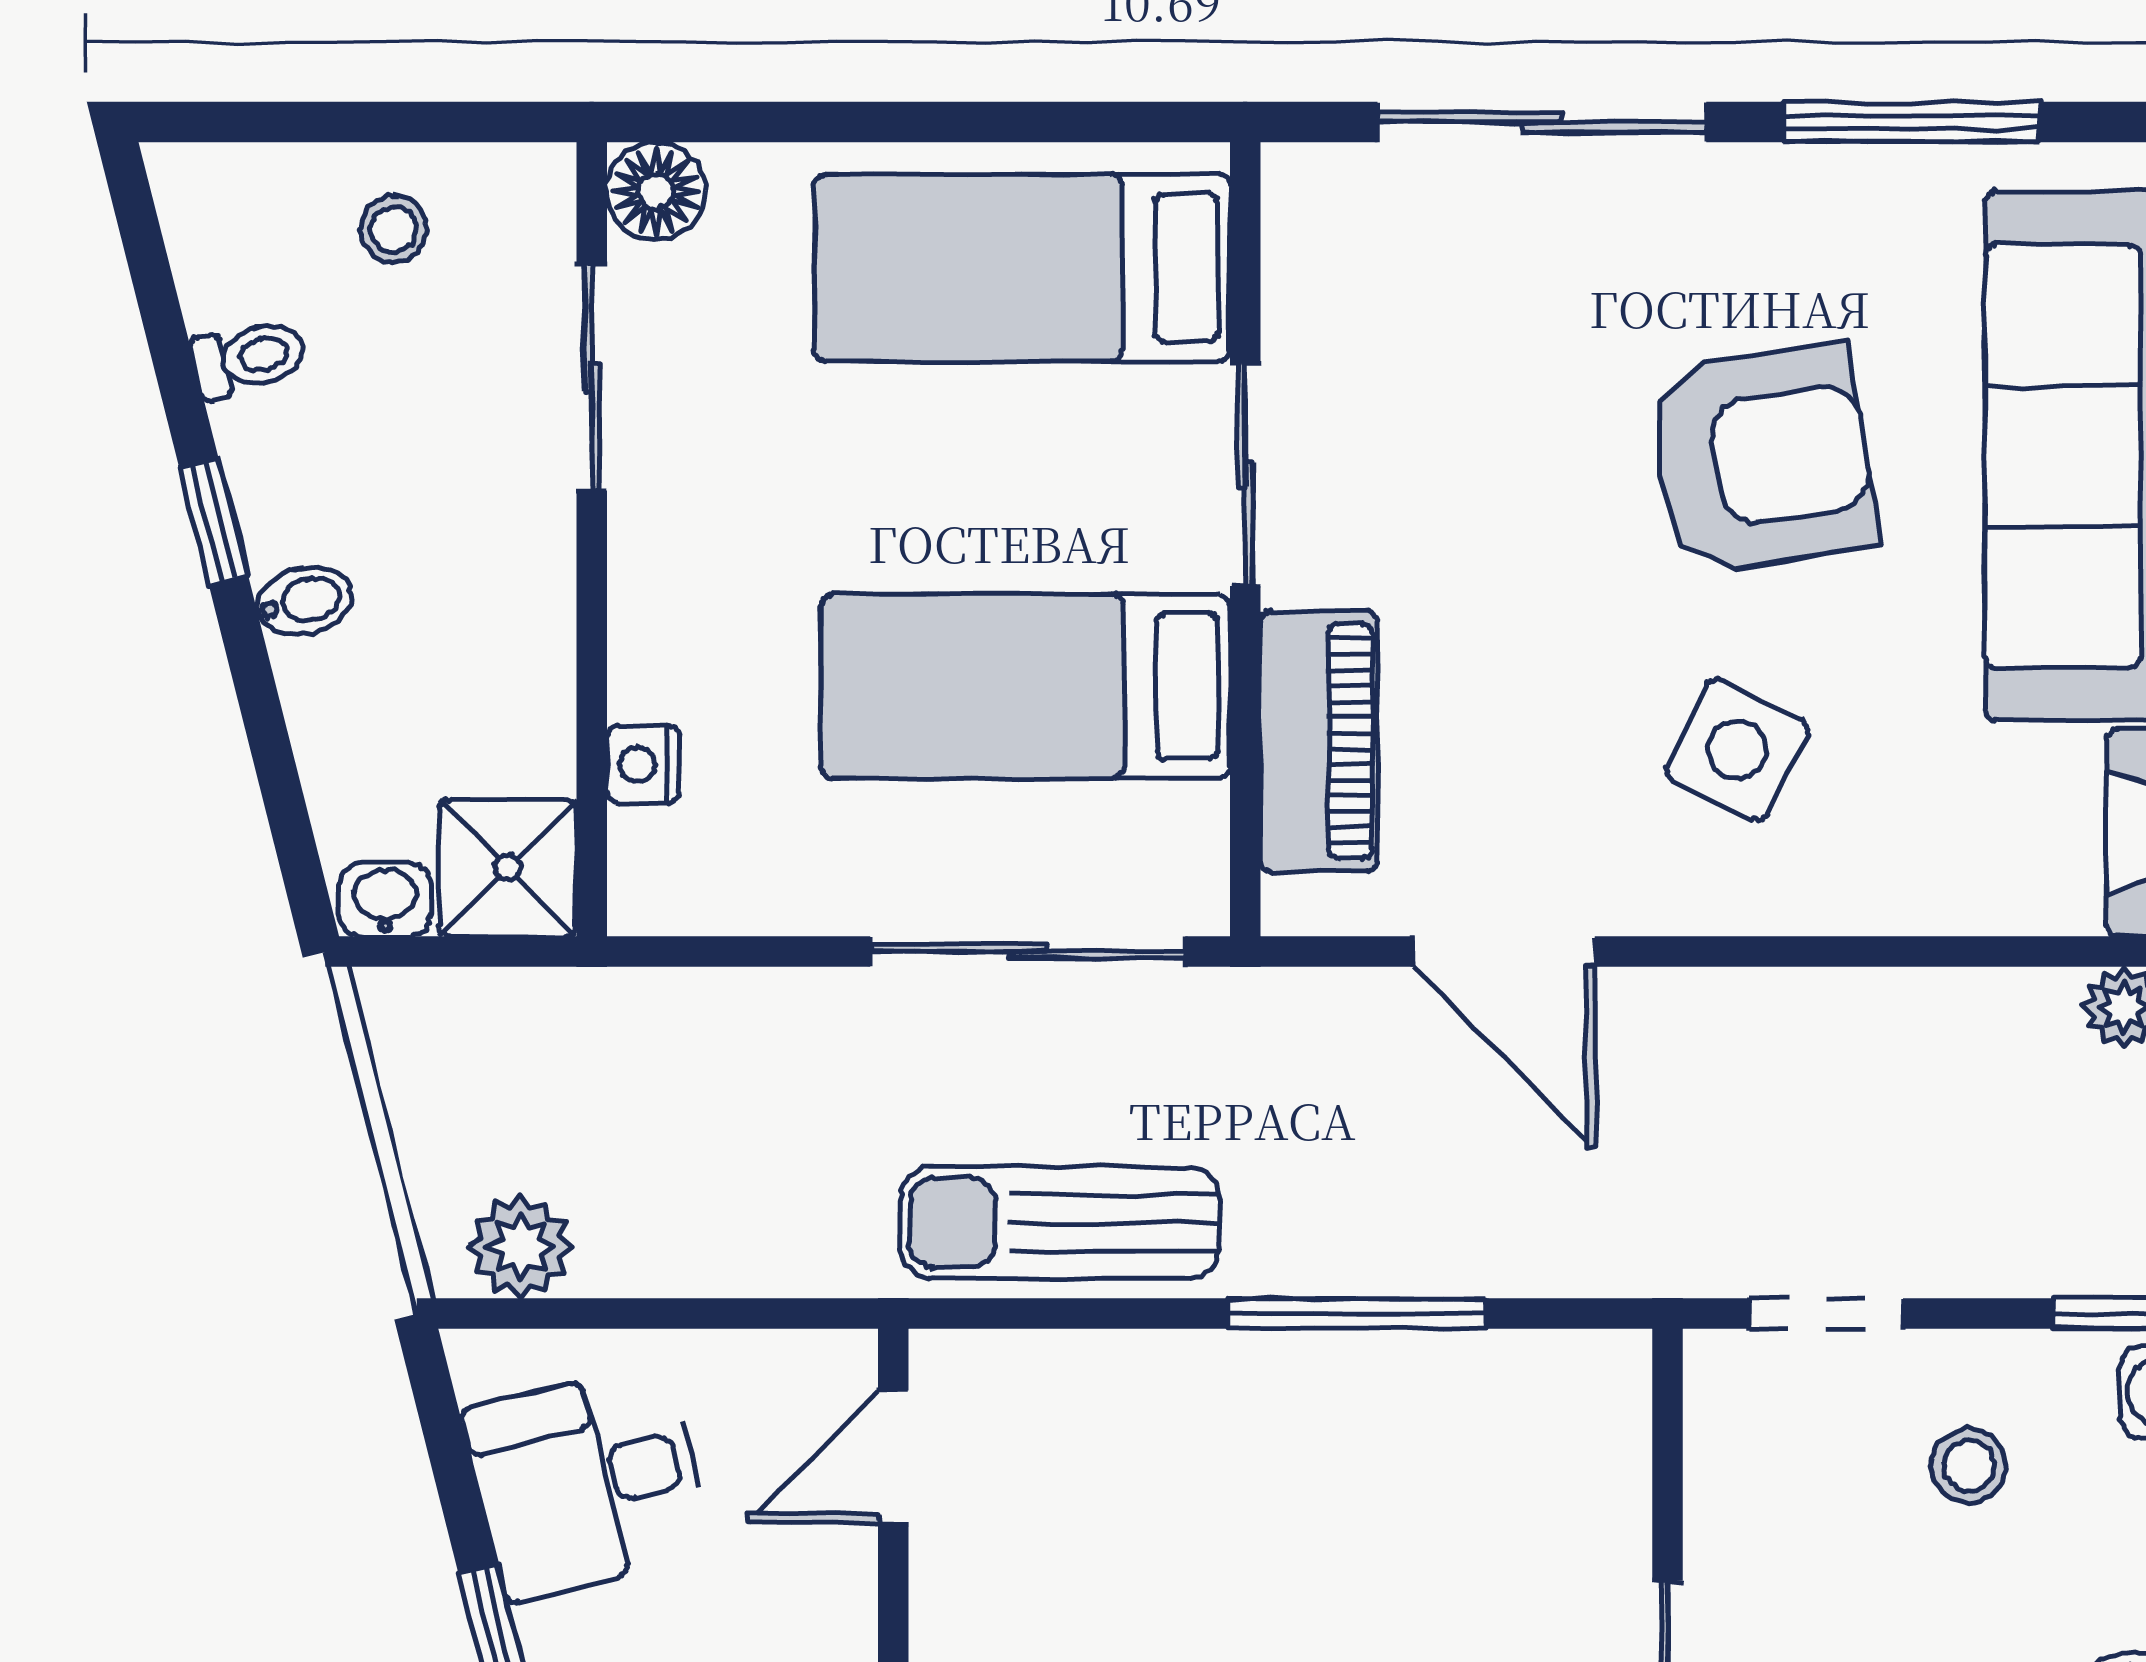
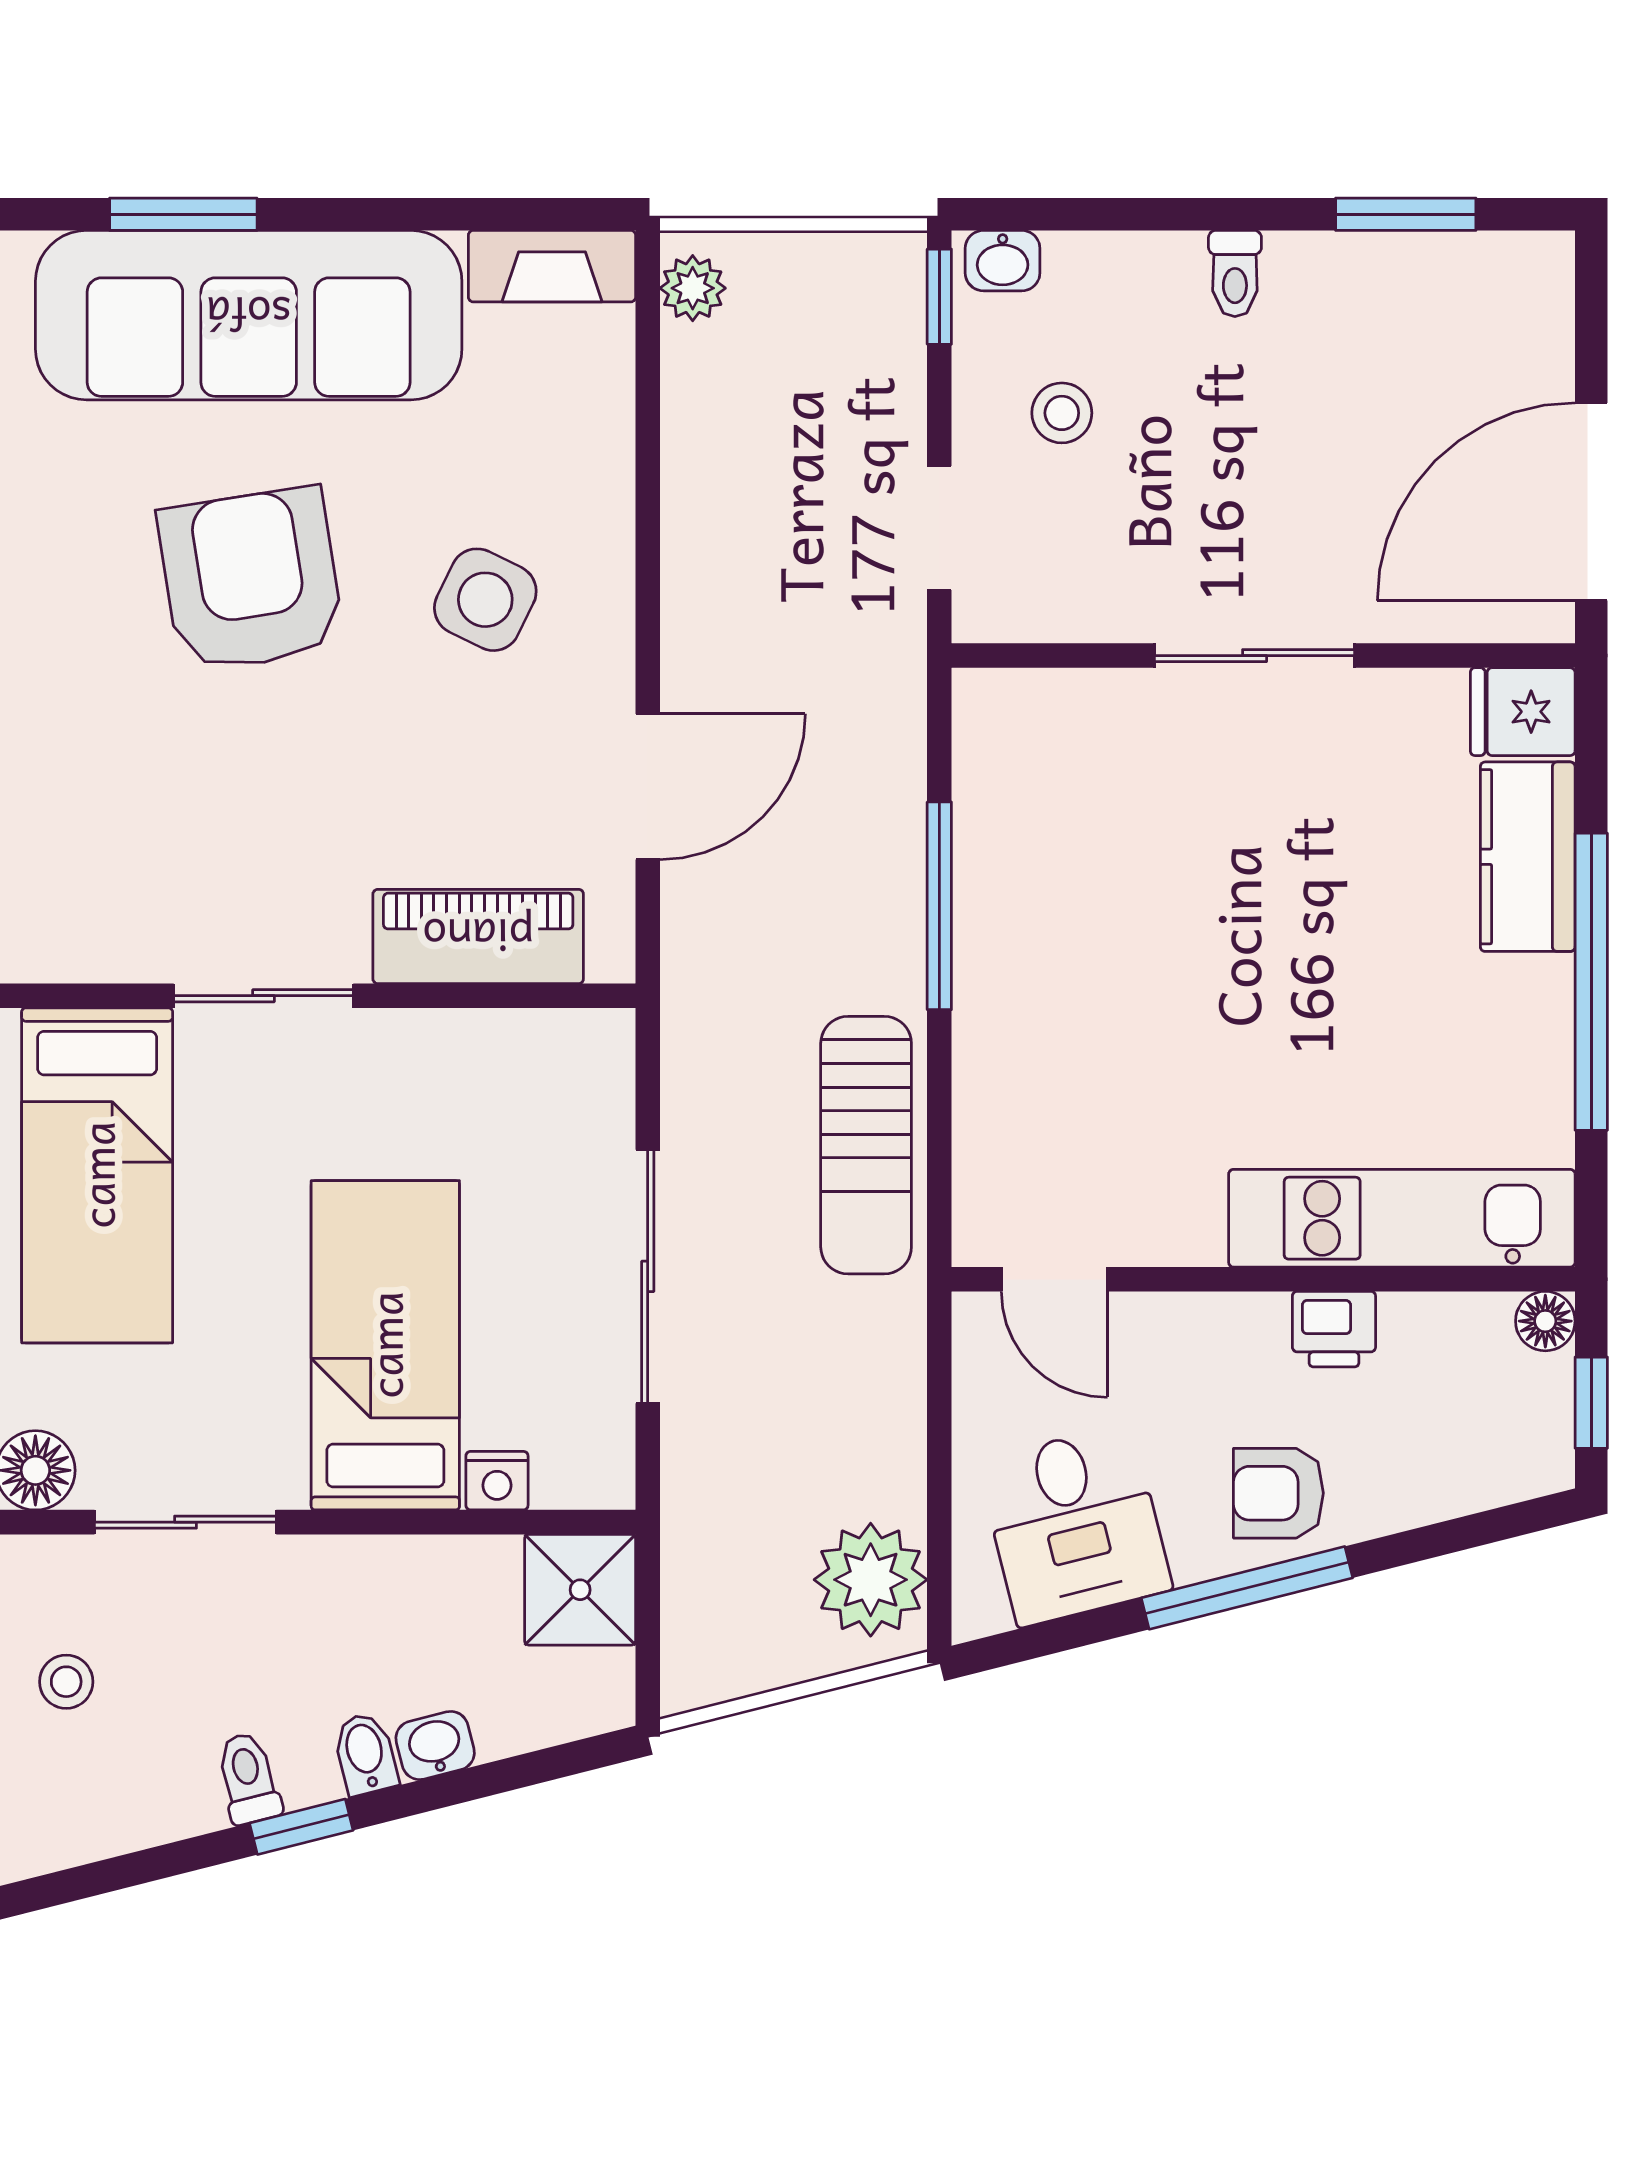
toilet: (249, 358) -> (248, 1778), moved
bed: (1026, 686) -> (385, 1345), moved, turned 180
washbasin: (385, 899) -> (435, 1745), moved, turned 76
sliding door: (1028, 951) -> (648, 1276), moved
plant: (520, 1247) -> (871, 1580), width x1.36, depth x1.36

